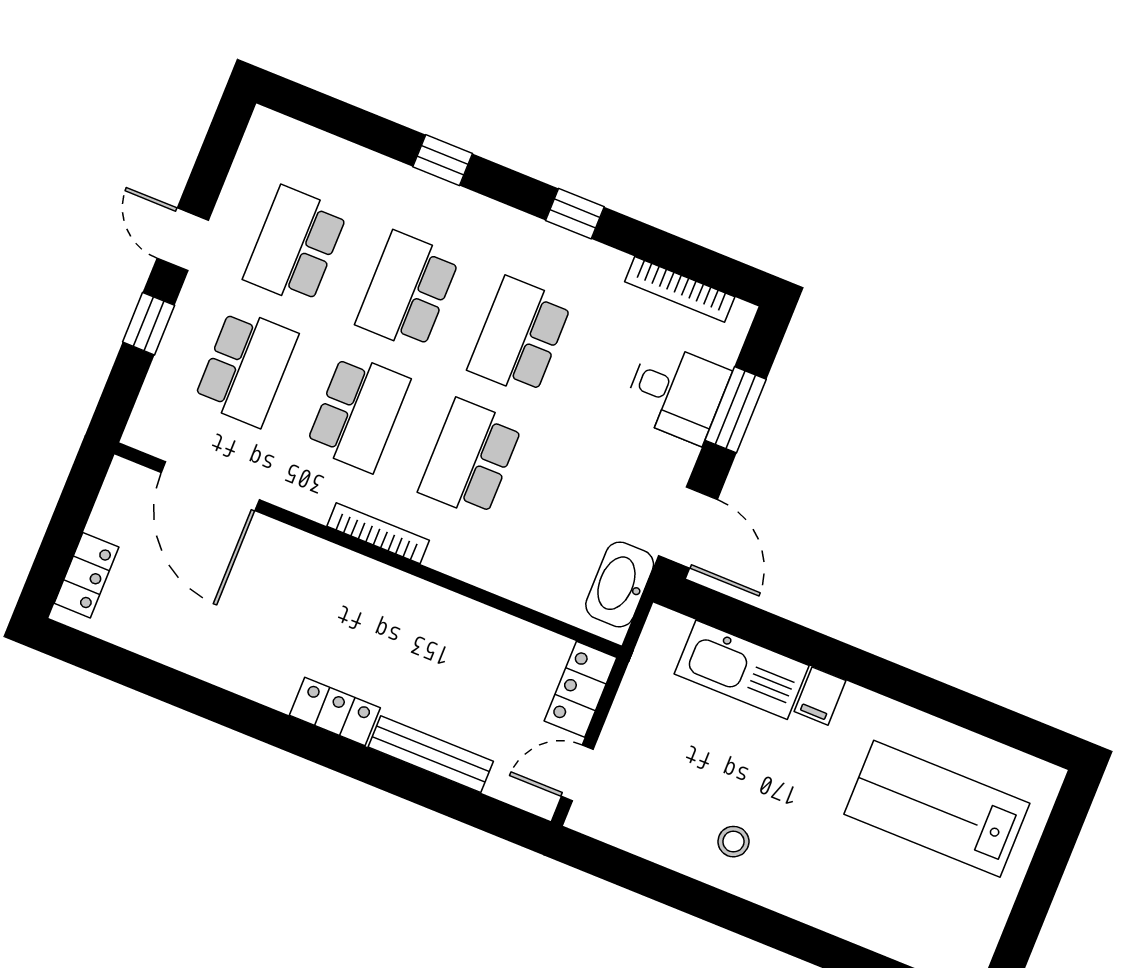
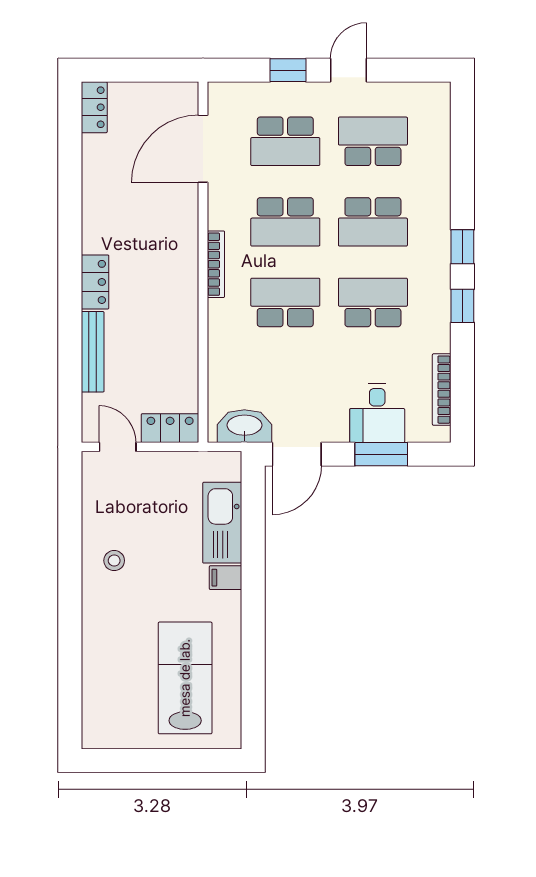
window: (443, 160) -> (462, 247), moved
school desk: (408, 291) -> (373, 222), turned 180
locker: (86, 575) -> (94, 107), moved, turned -90

